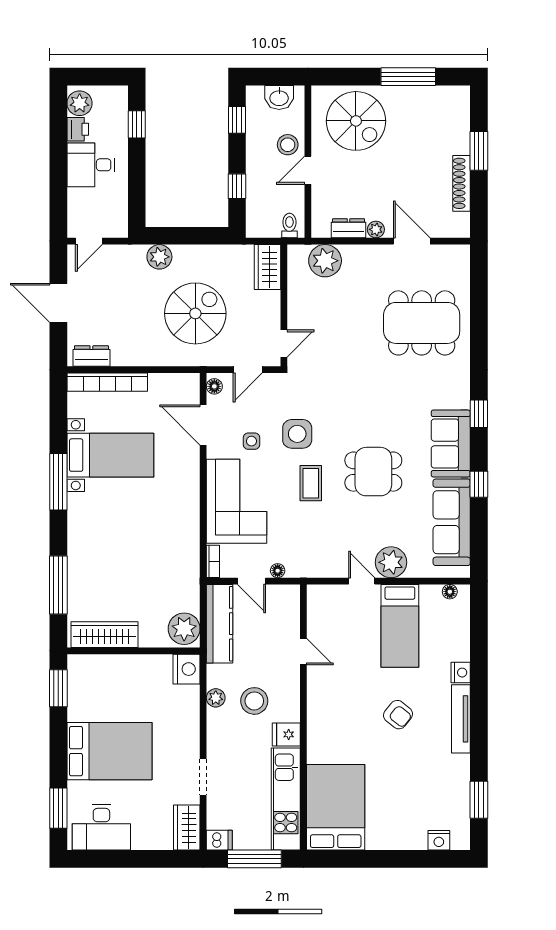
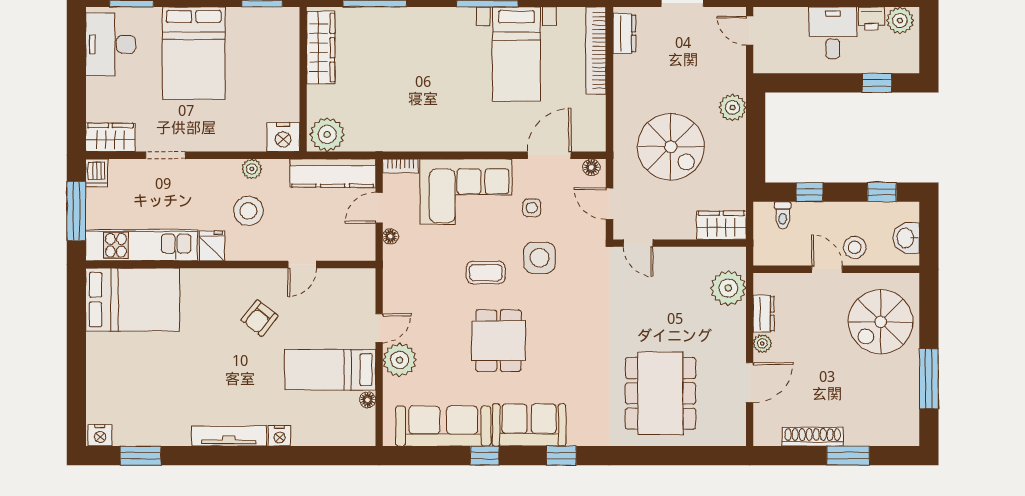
toilet: (289, 225) -> (783, 215), moved, turned 90
floor lamp: (450, 592) -> (368, 400), moved
armchair: (398, 715) -> (260, 318), moved
nightstand: (439, 840) -> (100, 435), moved, turned -90

